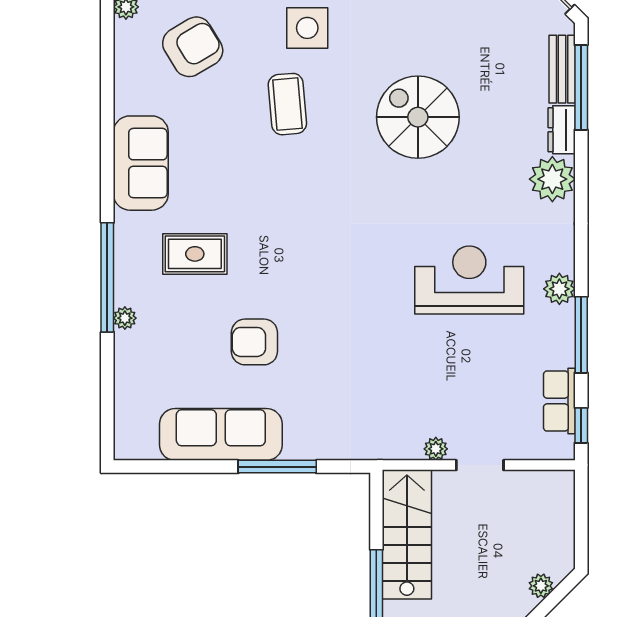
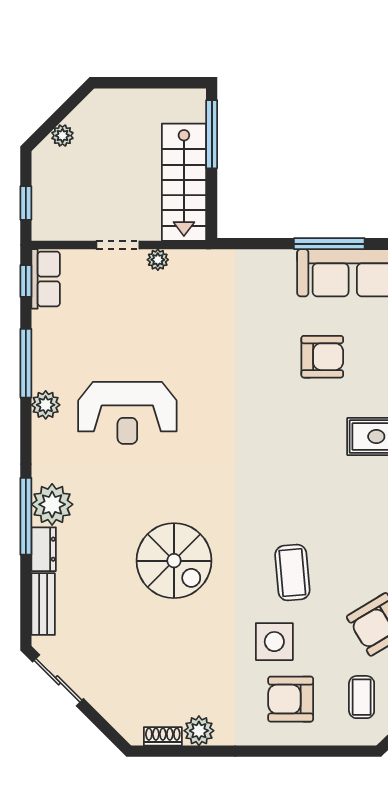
window: (581, 87) -> (26, 516), moved
row of seats: (559, 401) -> (46, 279), moved
window: (277, 467) -> (329, 244), moved
window: (581, 511) -> (26, 203), added

